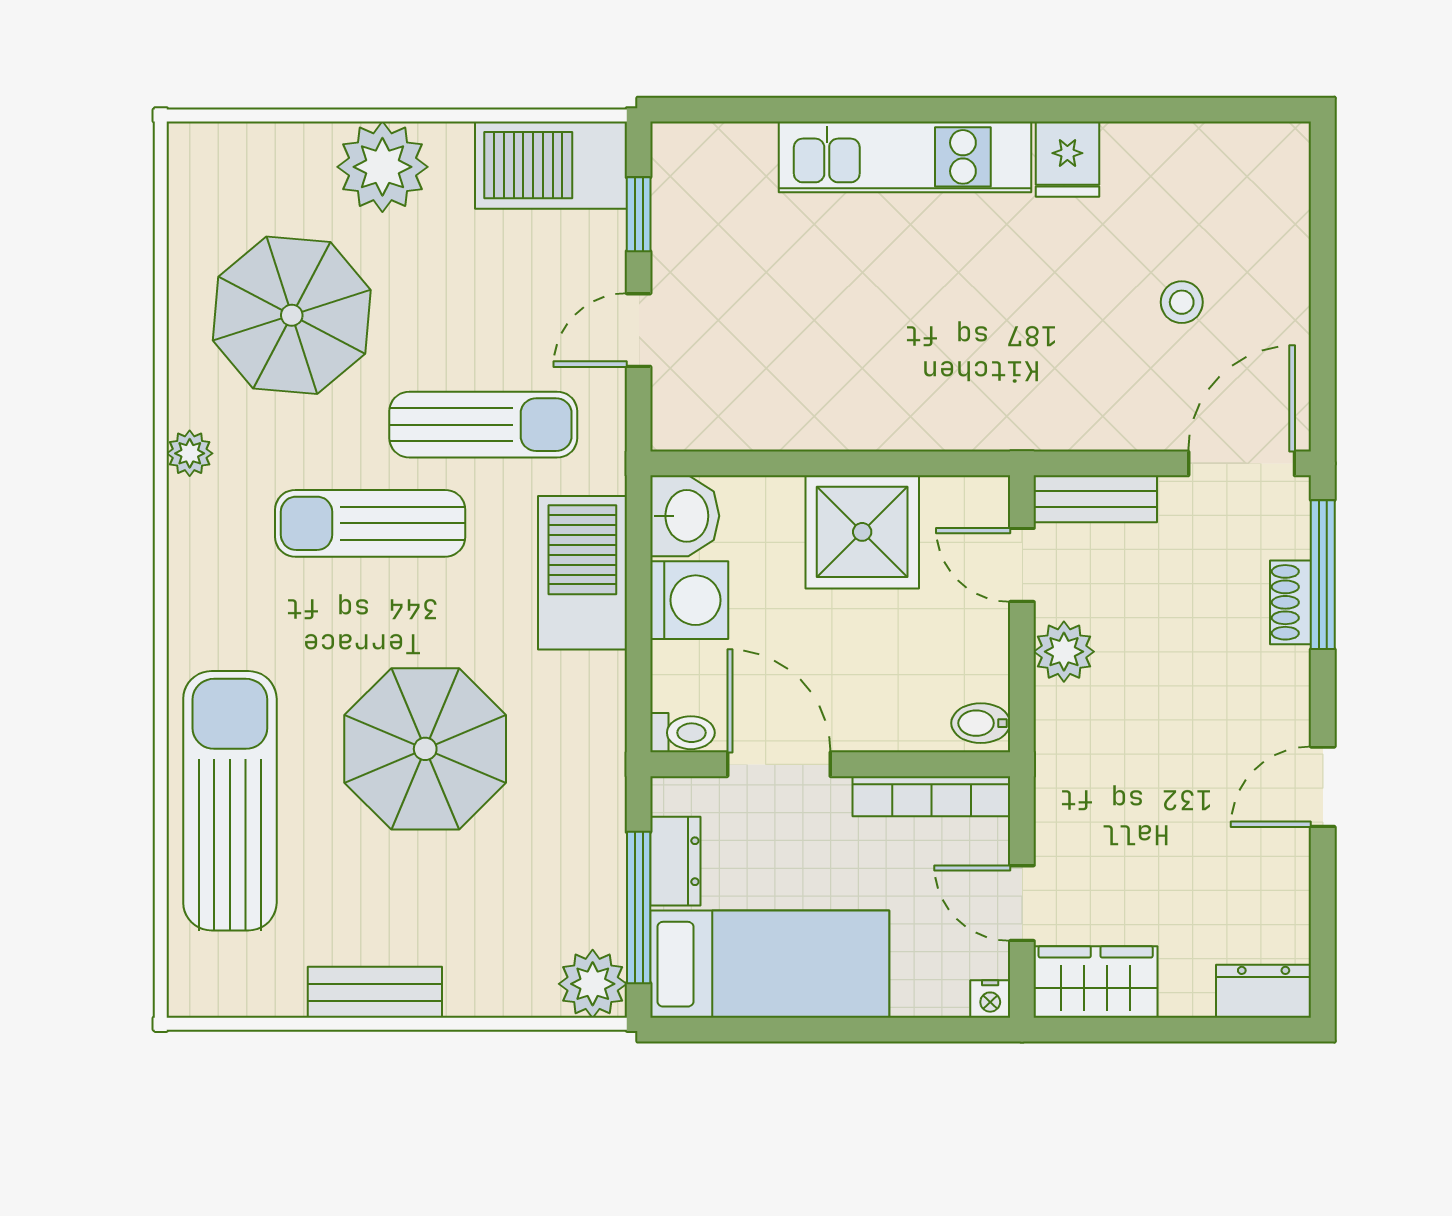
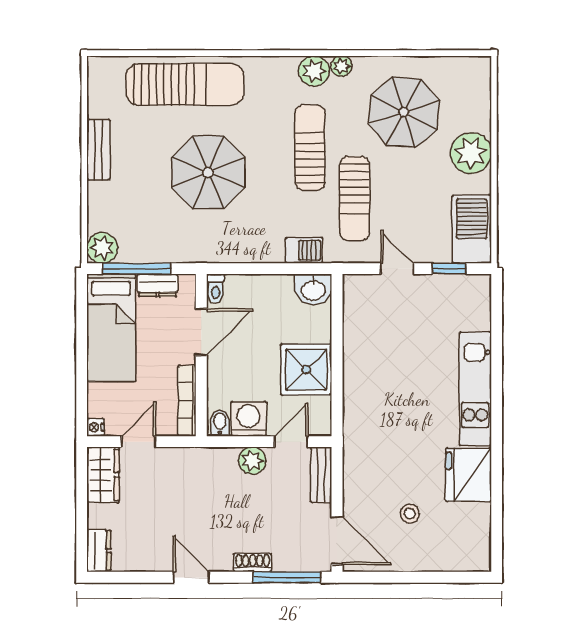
fridge: (1067, 159) -> (469, 475), width x1.88, depth x1.34
plant: (200, 514) -> (314, 71), added
barbecue: (582, 573) -> (304, 250), width x0.53, depth x0.65
washing machine: (689, 600) -> (249, 419), moved, turned 180
shoe rack: (1291, 602) -> (253, 563), moved

